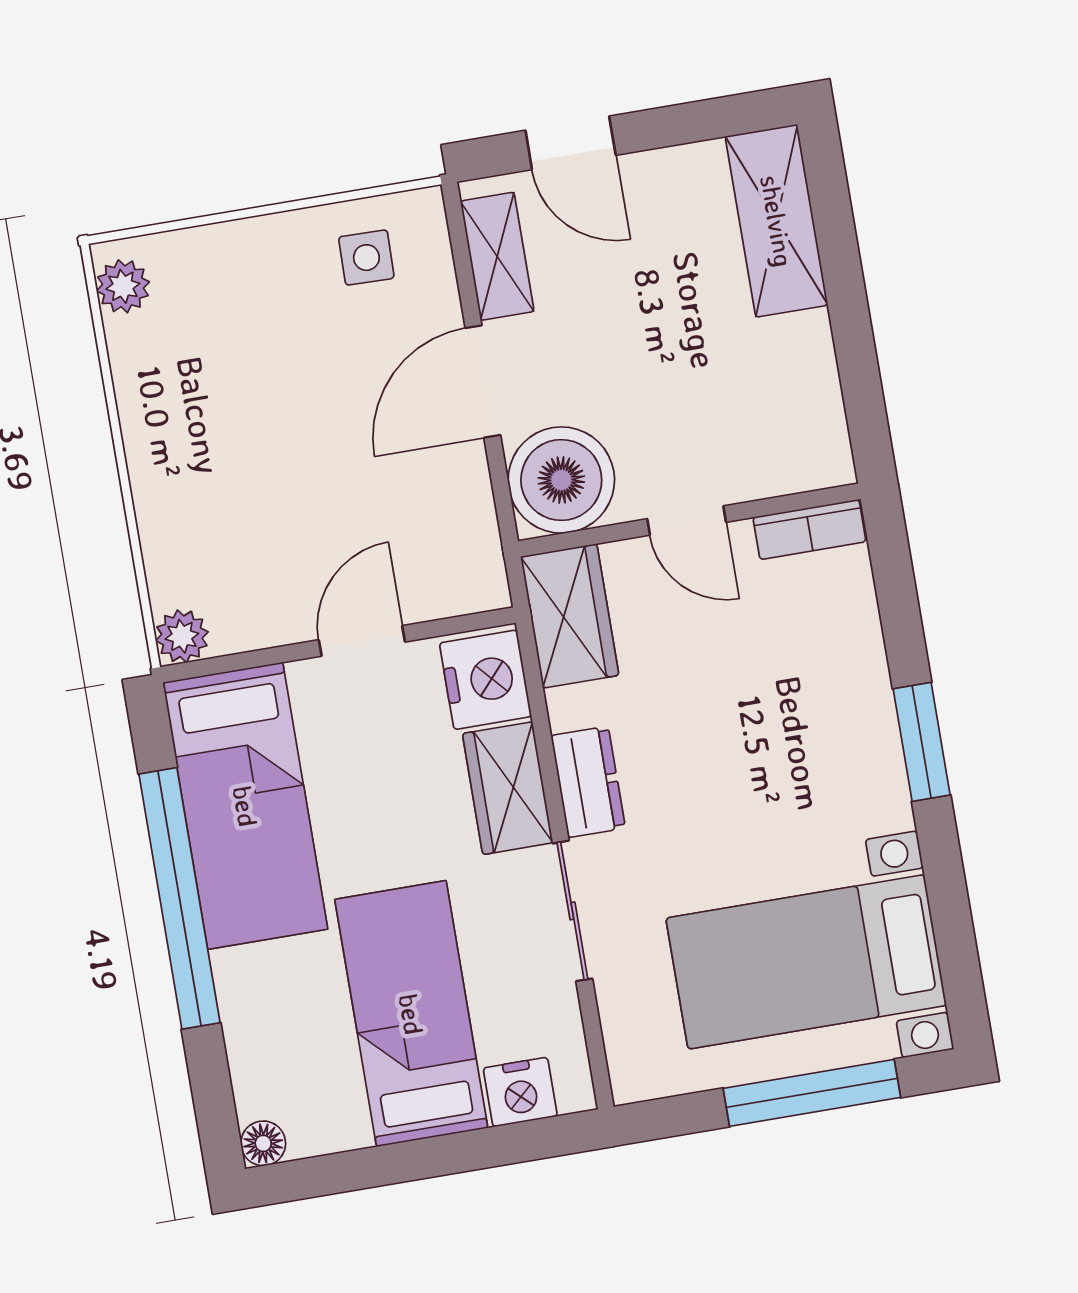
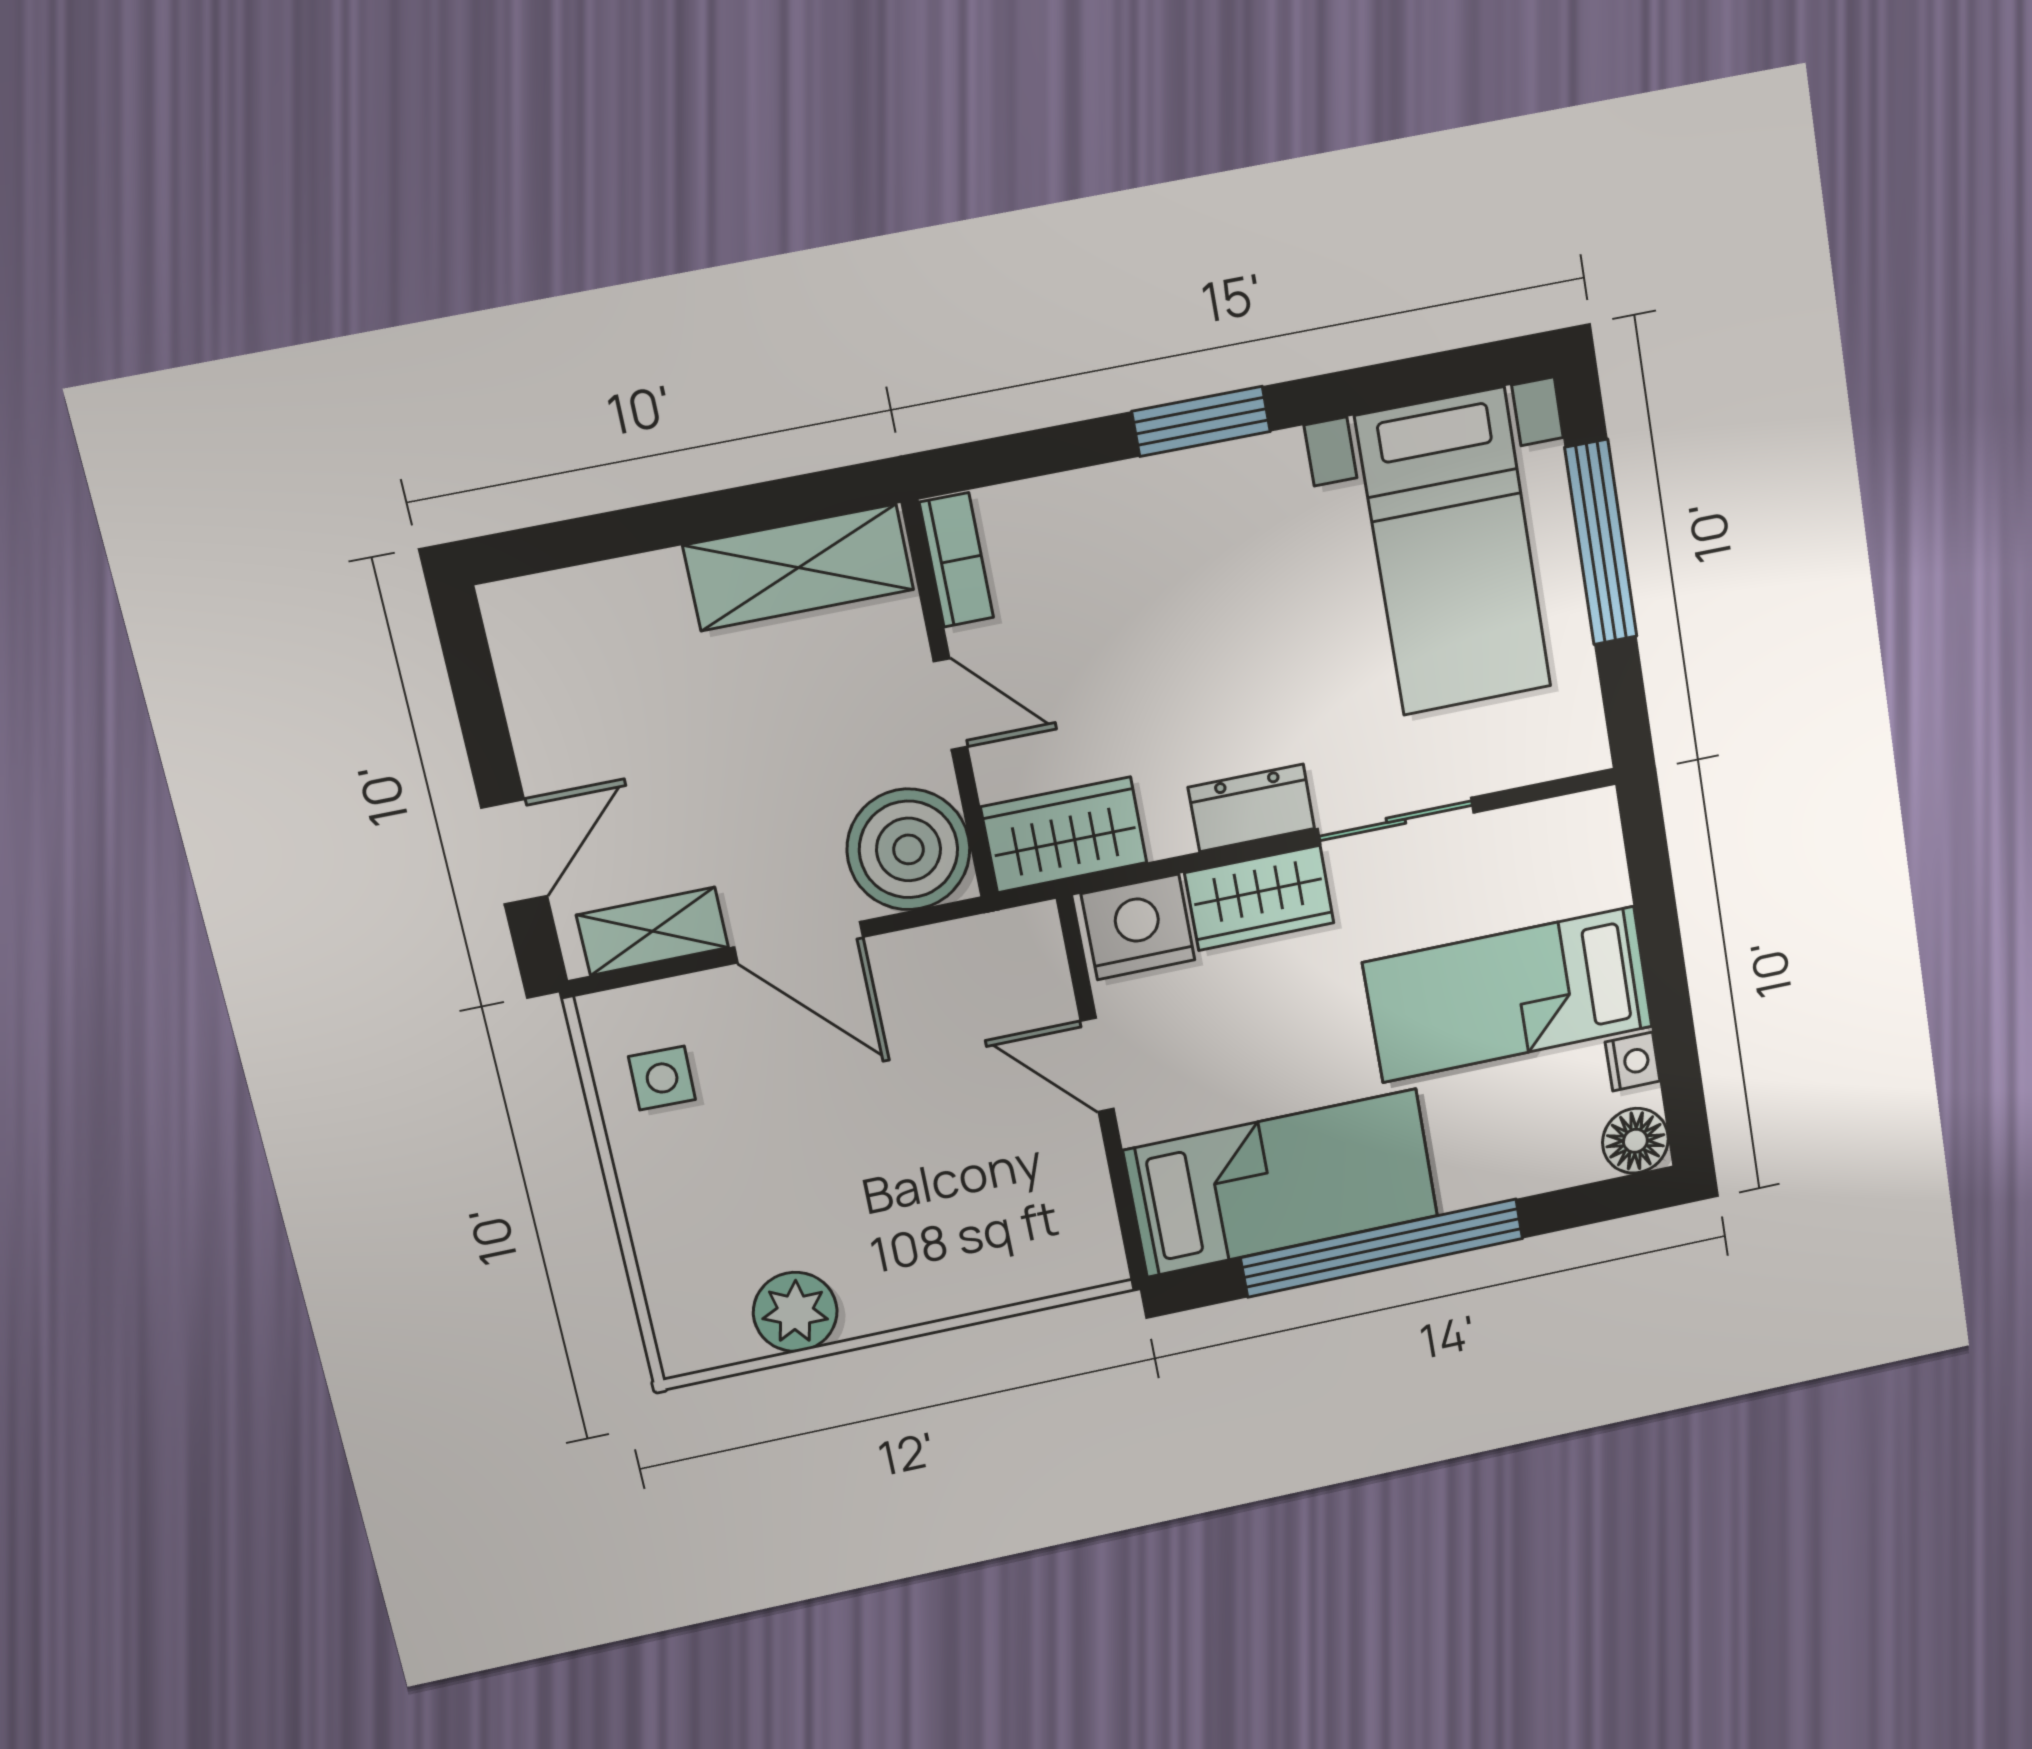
shelving: (777, 221) -> (798, 568), moved
plant: (123, 286) -> (795, 1312), moved, width x1.38, depth x1.38
door: (687, 521) -> (951, 704), hinge flipped
plant: (182, 636) -> (1096, 1259), removed
nightstand: (520, 1092) -> (1633, 1062), moved, width x0.72, depth x0.74
floor lamp: (263, 1143) -> (1635, 1141), width x1.37, depth x1.37

